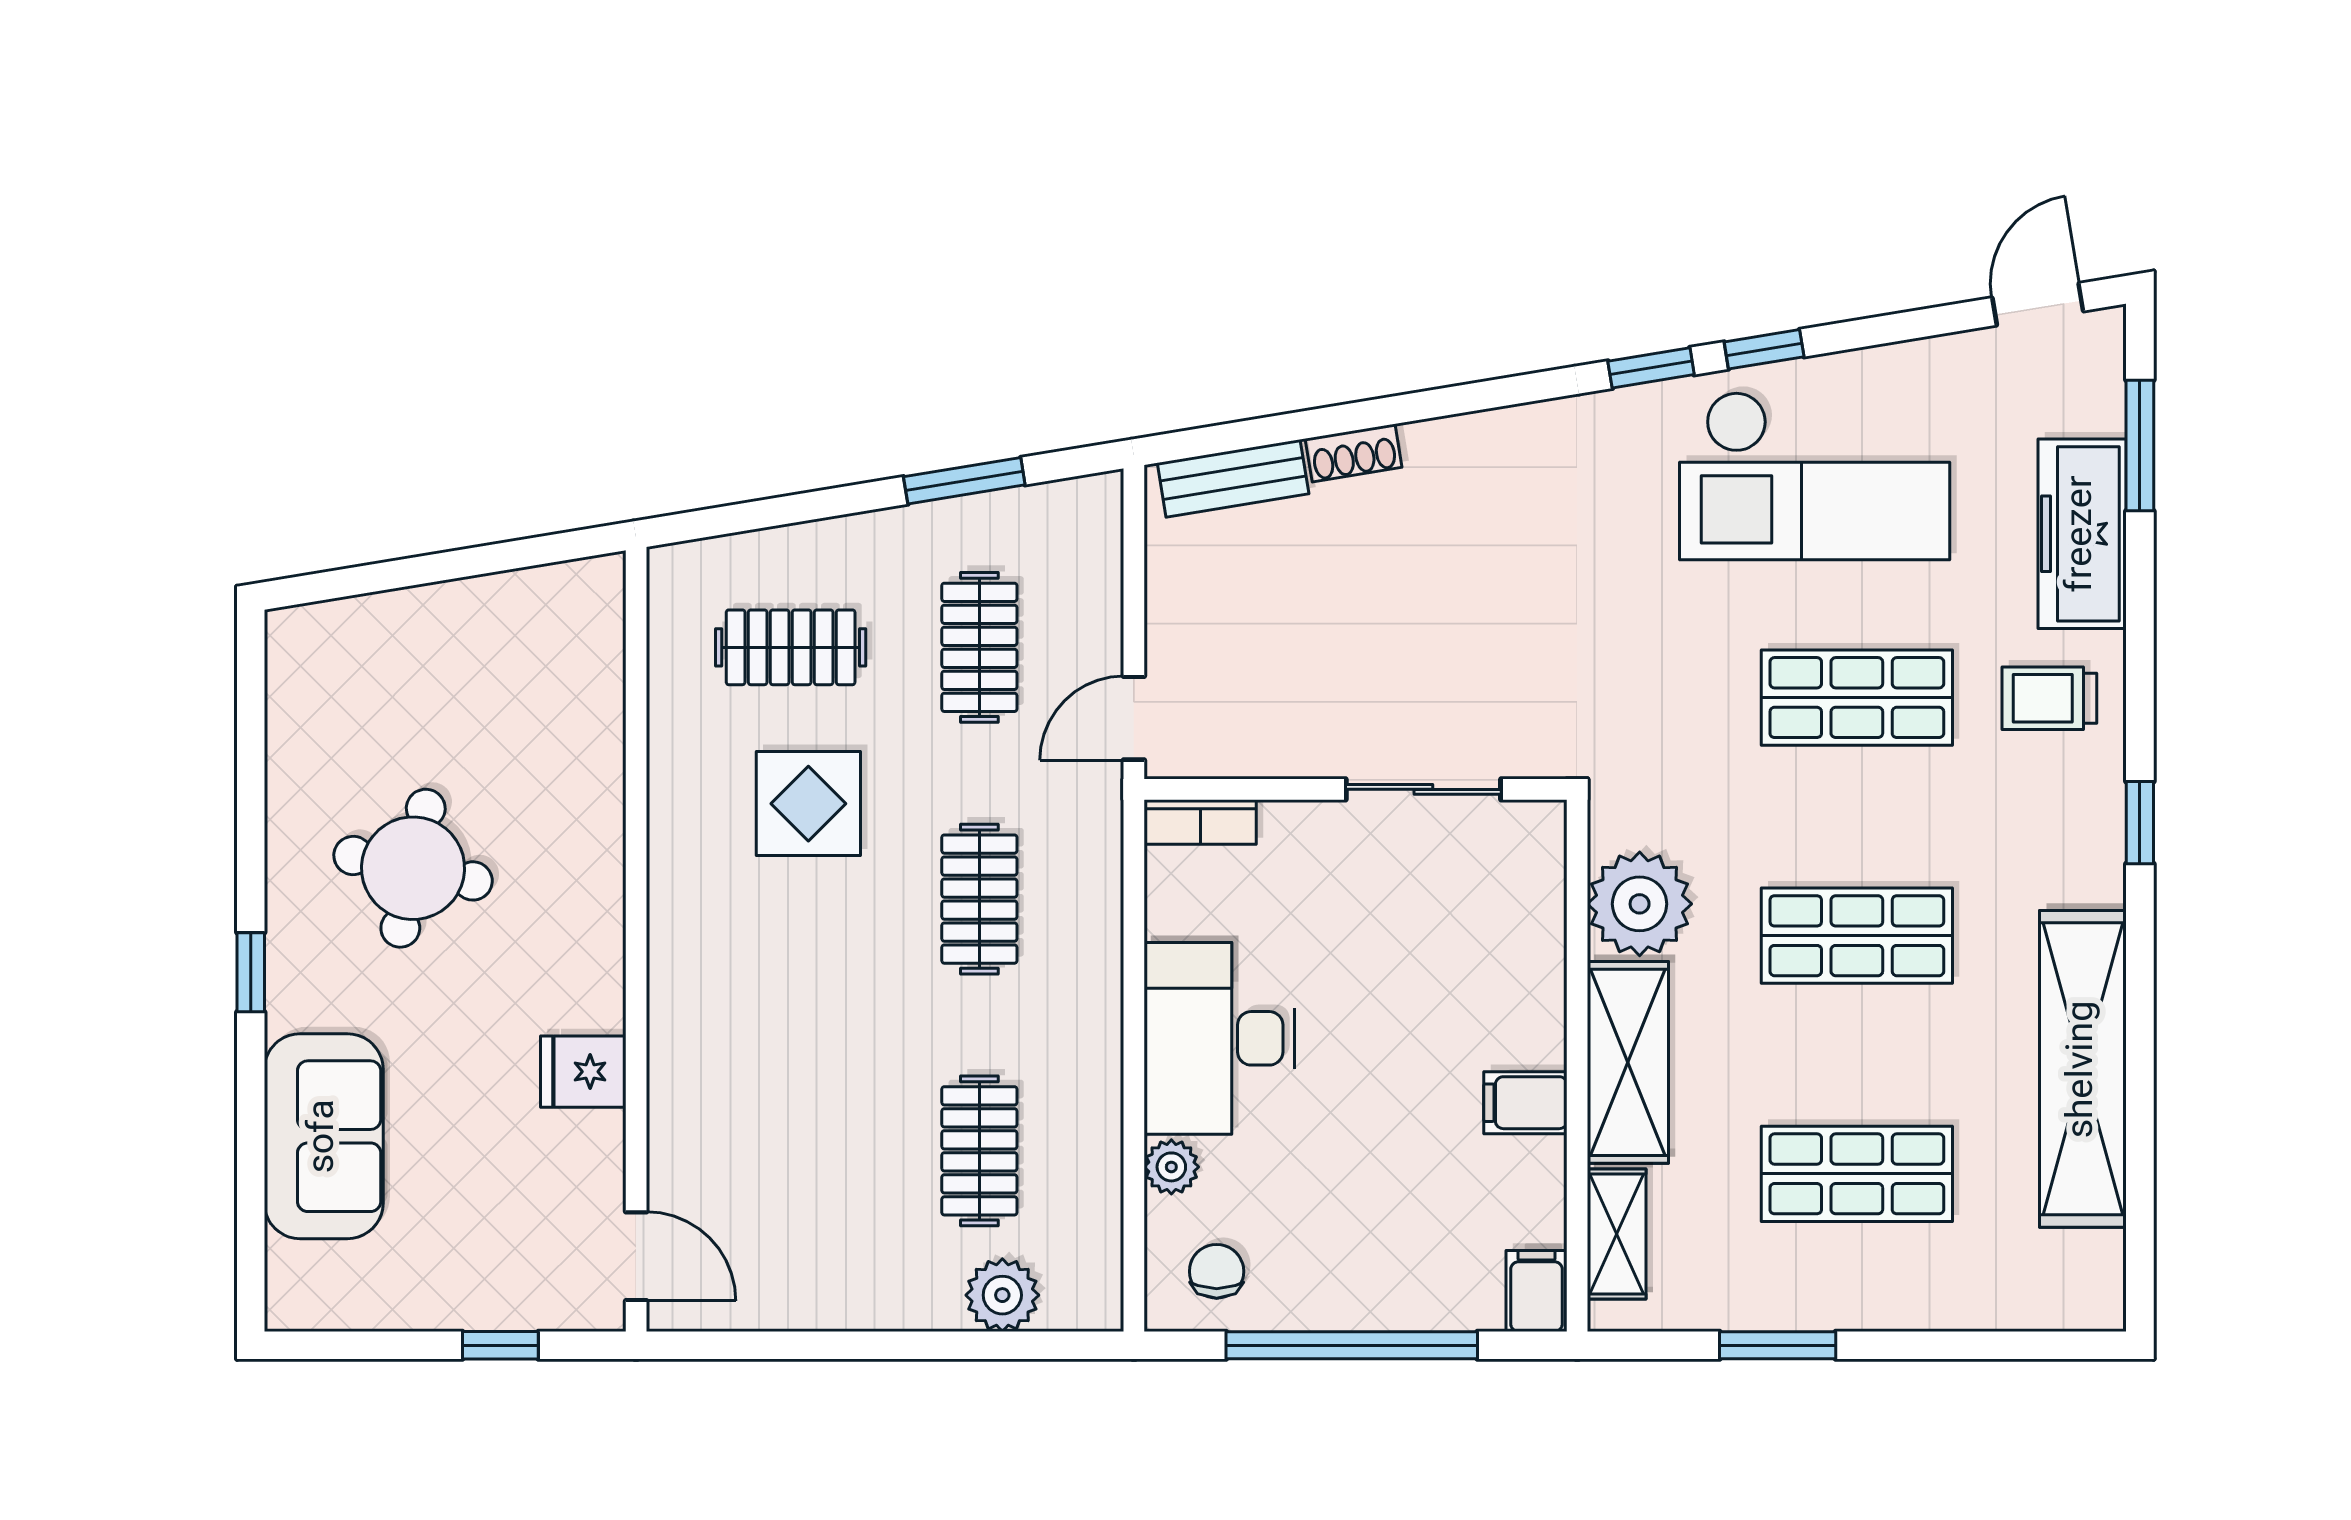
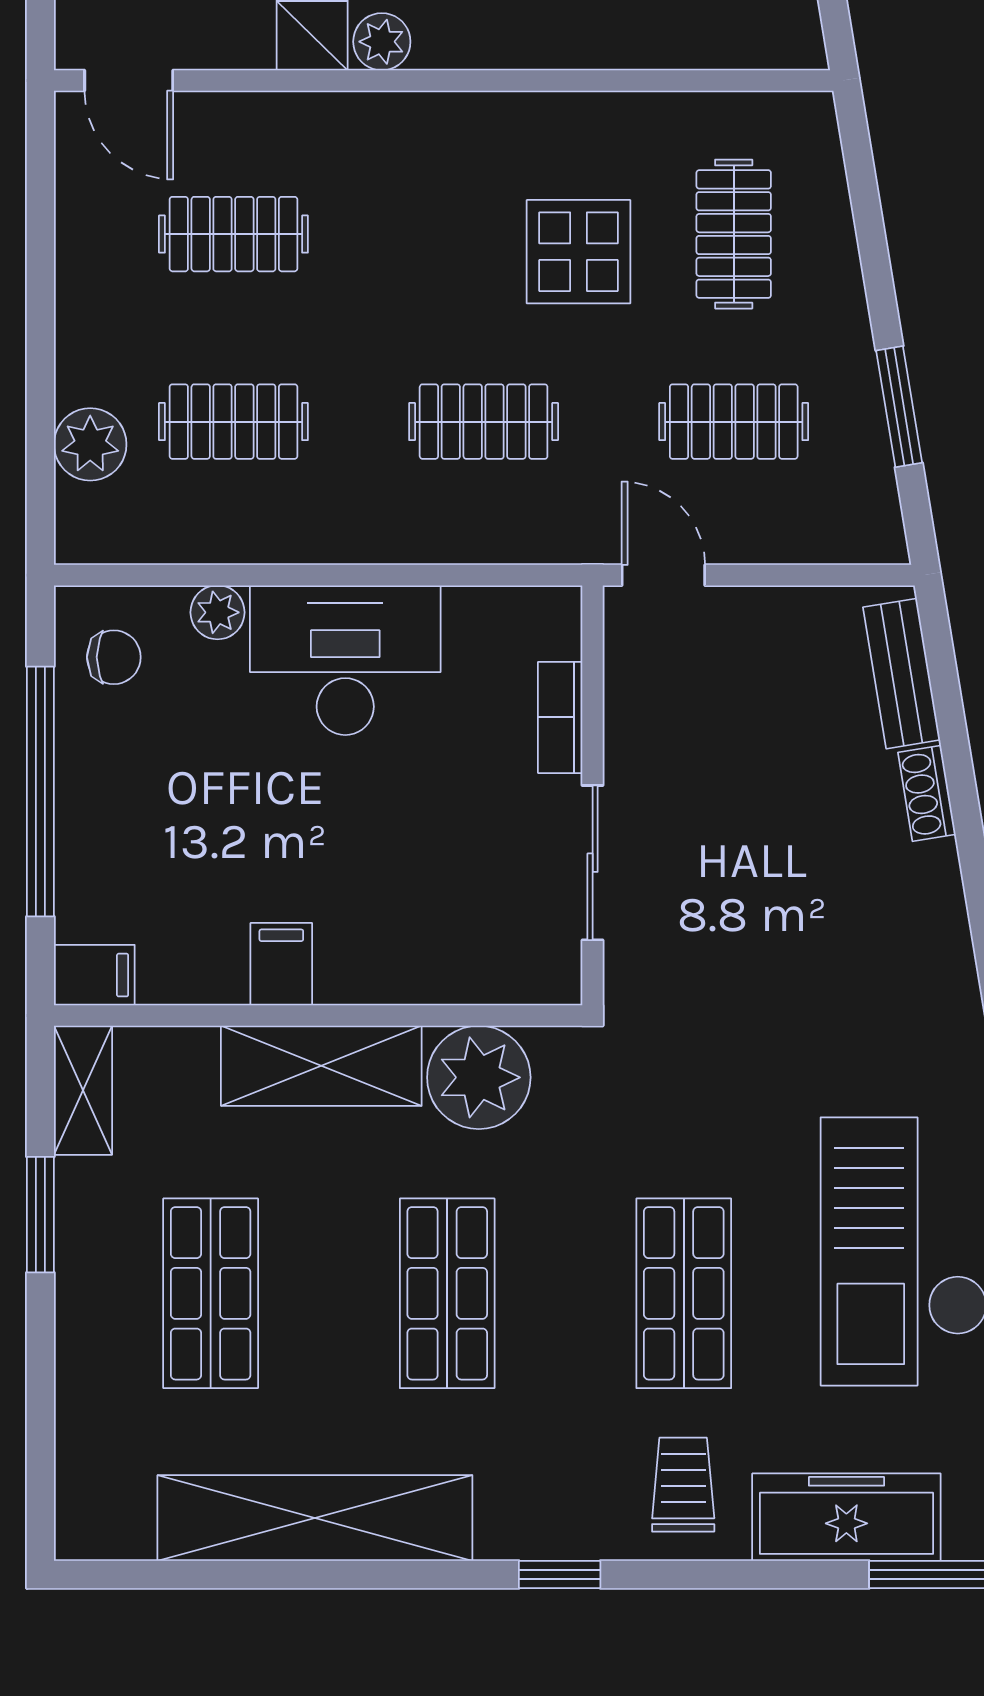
bookcase: (1200, 822) -> (560, 717), moved
plant: (597, 1002) -> (382, 42), added
clothes rail: (791, 1151) -> (233, 234), added
shelving: (1617, 1234) -> (83, 1090), moved, turned 90
door: (636, 1256) -> (129, 81), hinge flipped

